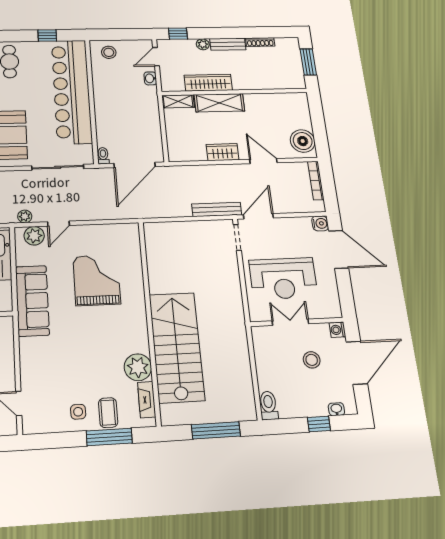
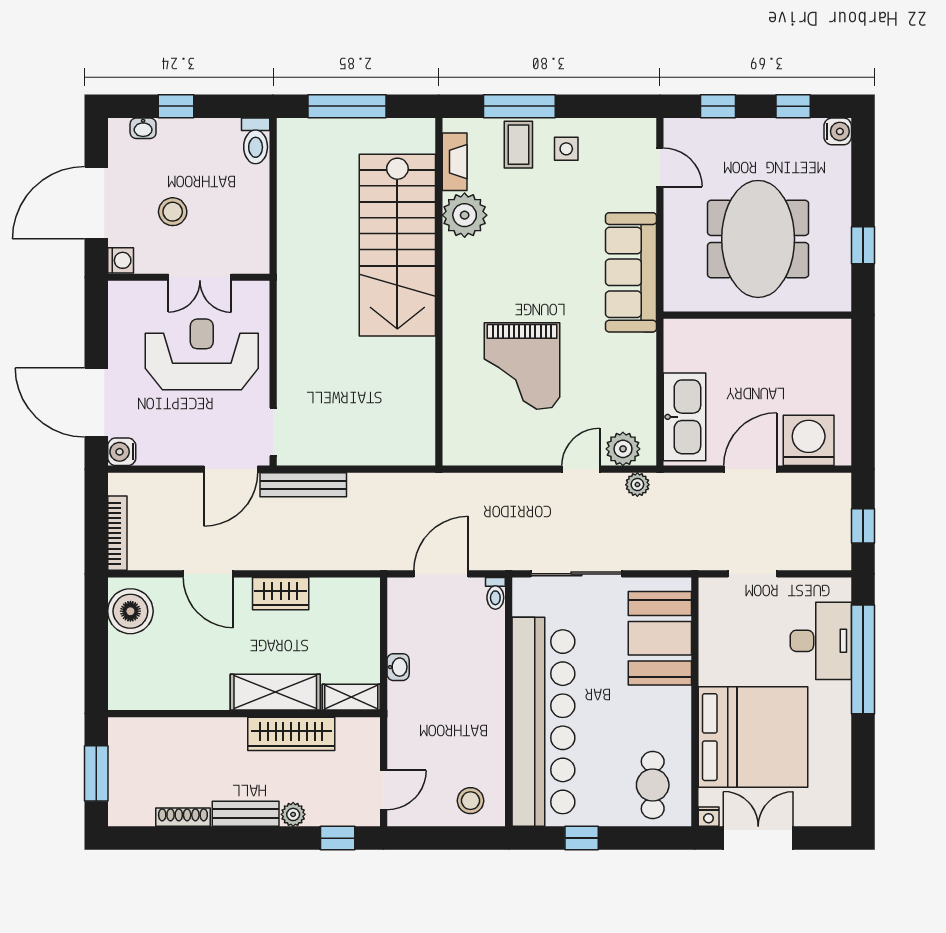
washbasin: (150, 78) -> (398, 667), moved
door: (135, 165) -> (441, 574), width x0.73
sofa: (32, 301) -> (631, 272), moved

